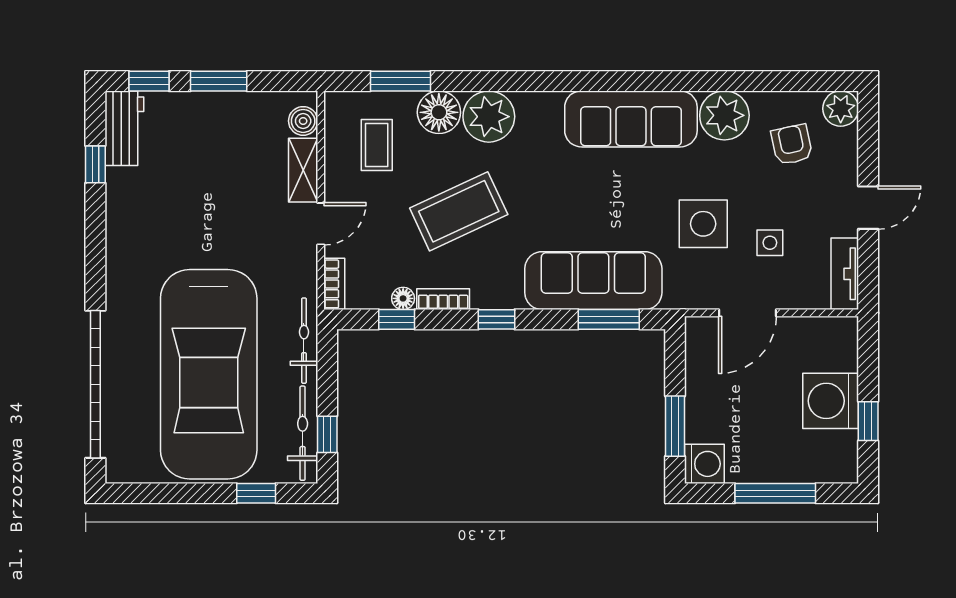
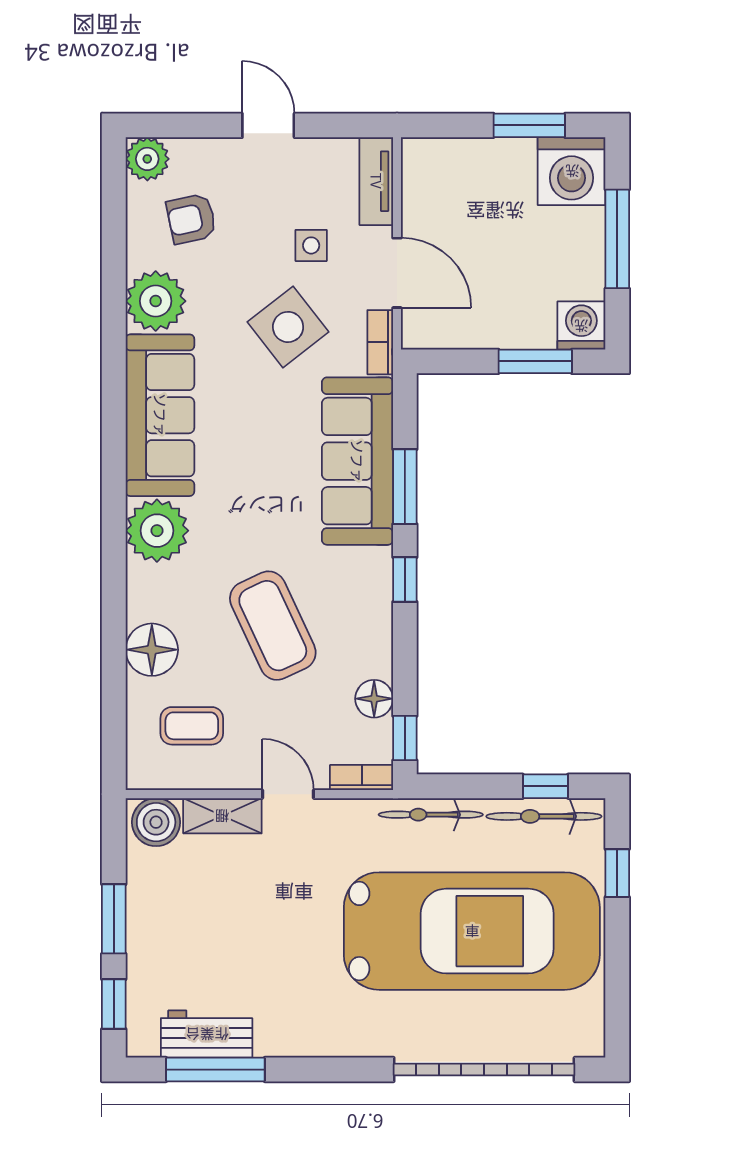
window: (400, 81) -> (114, 697), removed
plant: (489, 117) -> (157, 531), moved
boiler: (303, 121) -> (156, 822), width x1.36, depth x1.36
workbench: (124, 128) -> (207, 1034), moved
window: (95, 164) -> (215, 1070), width x2.17
side table: (703, 224) -> (288, 327), turned -38
tv unit: (845, 274) -> (376, 181), moved, turned 90
floor lamp: (403, 298) -> (374, 699), width x1.37, depth x1.37
bookcase: (443, 299) -> (380, 342), moved
window: (397, 319) -> (405, 738), moved
window: (609, 319) -> (405, 487), moved
washing machine: (831, 401) -> (572, 171), moved
window: (868, 421) -> (529, 125), width x1.50

